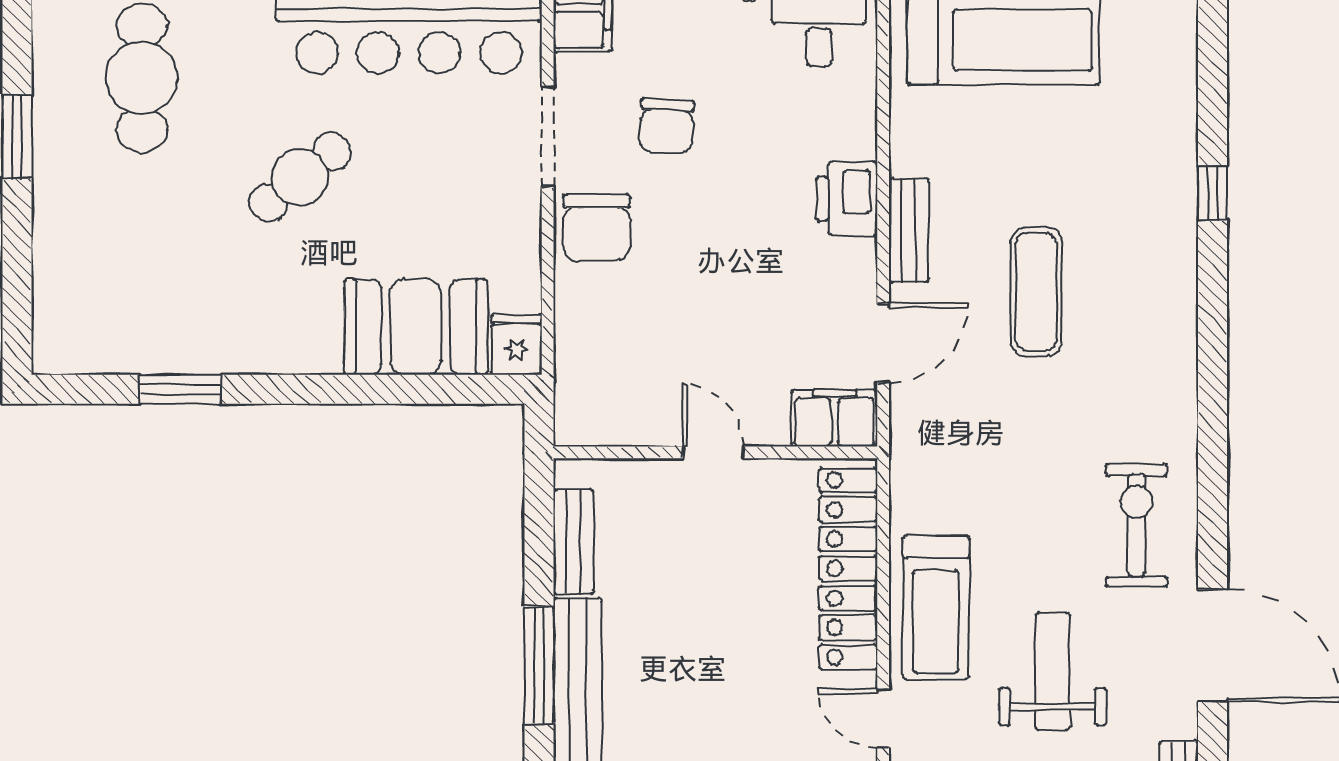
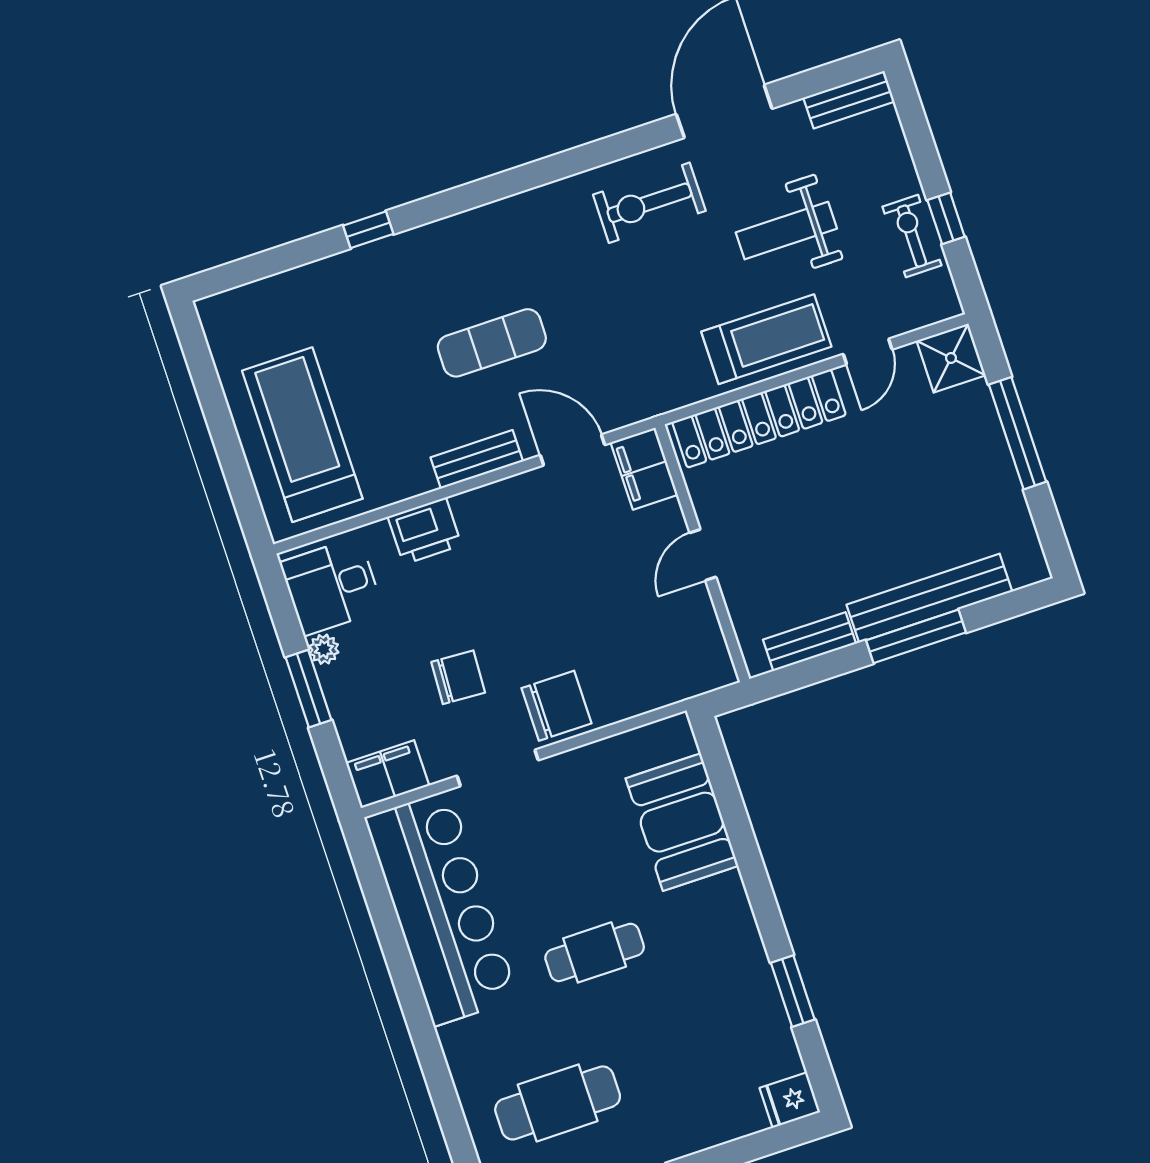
cafe table: (300, 177) -> (595, 952), turned -51
printer: (847, 199) -> (425, 531), moved
fridge: (517, 345) -> (790, 1100), moved

